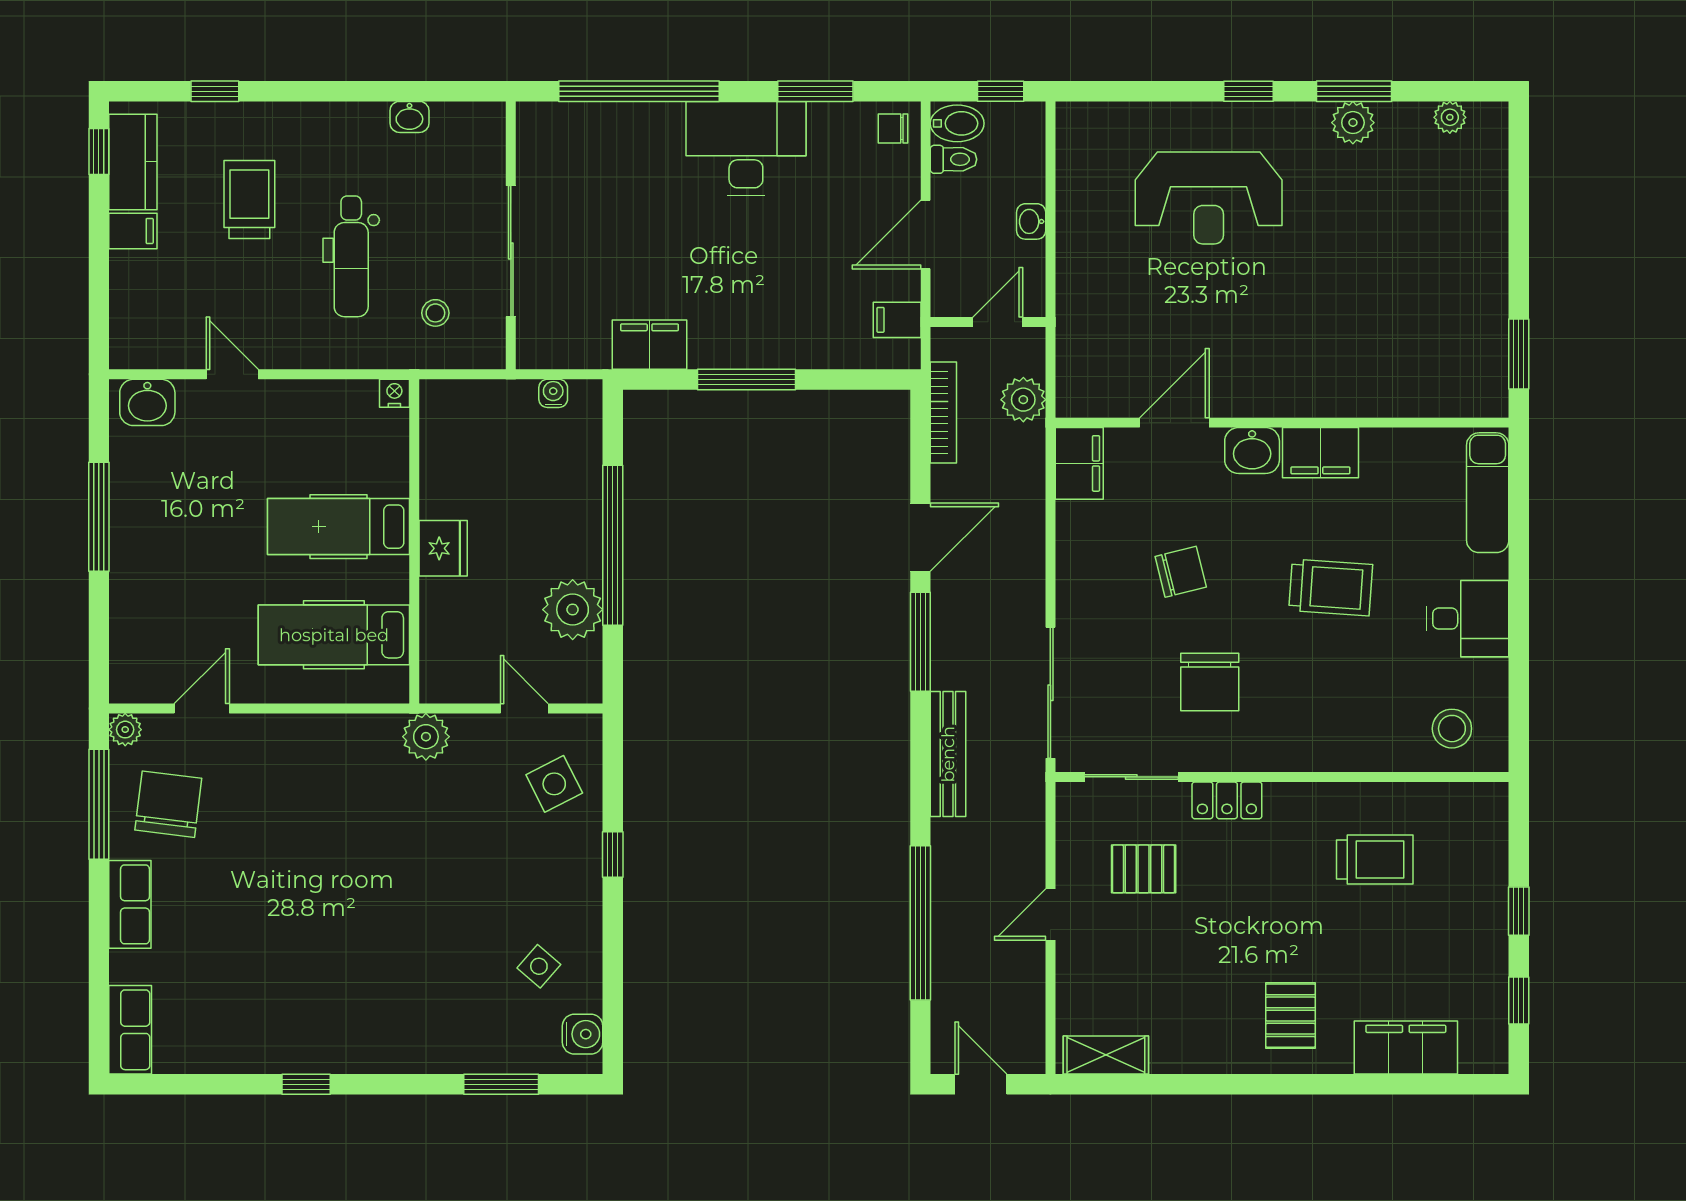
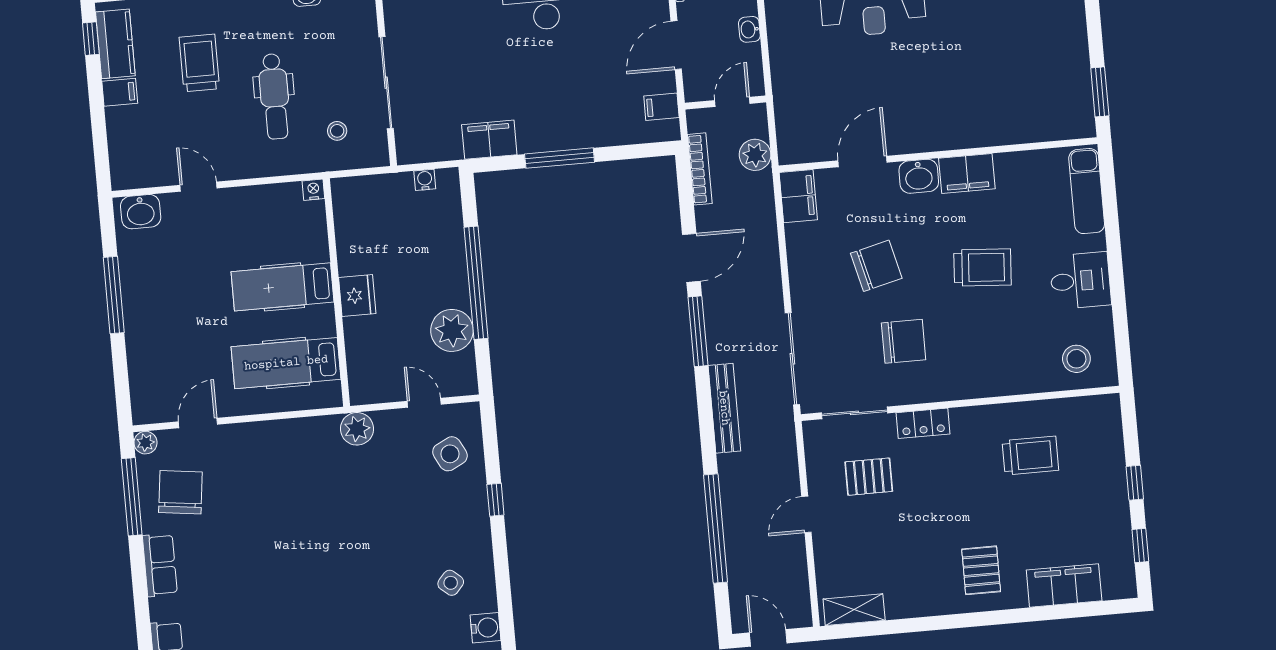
chair: (1181, 572) -> (876, 266), width x1.37, depth x1.37
chair: (1210, 682) -> (904, 341), turned -90

